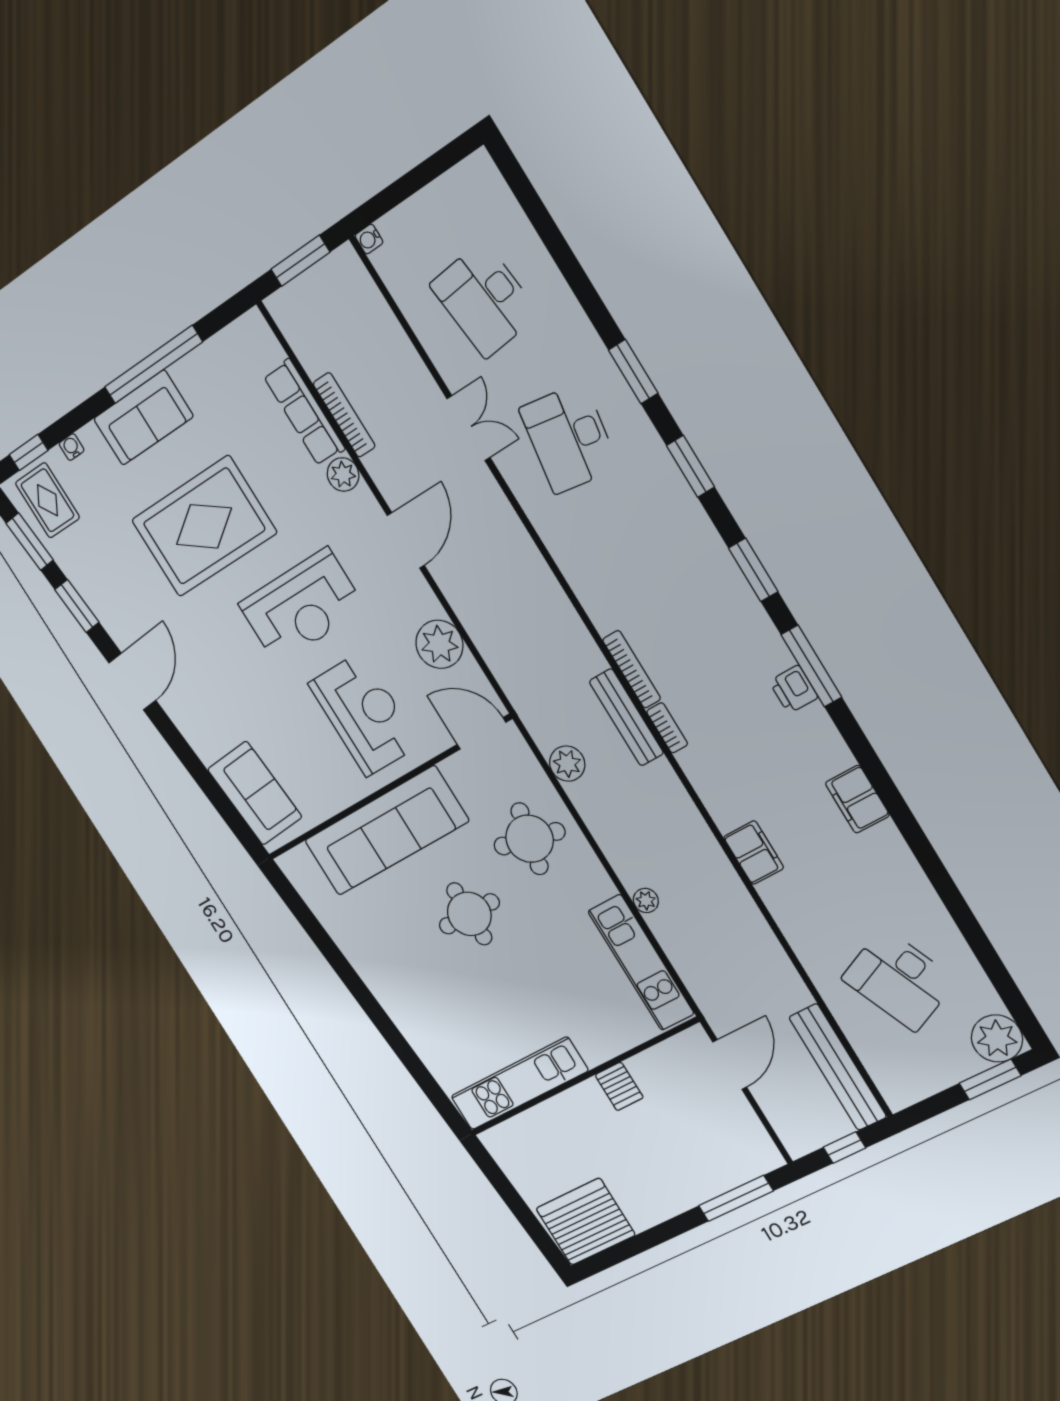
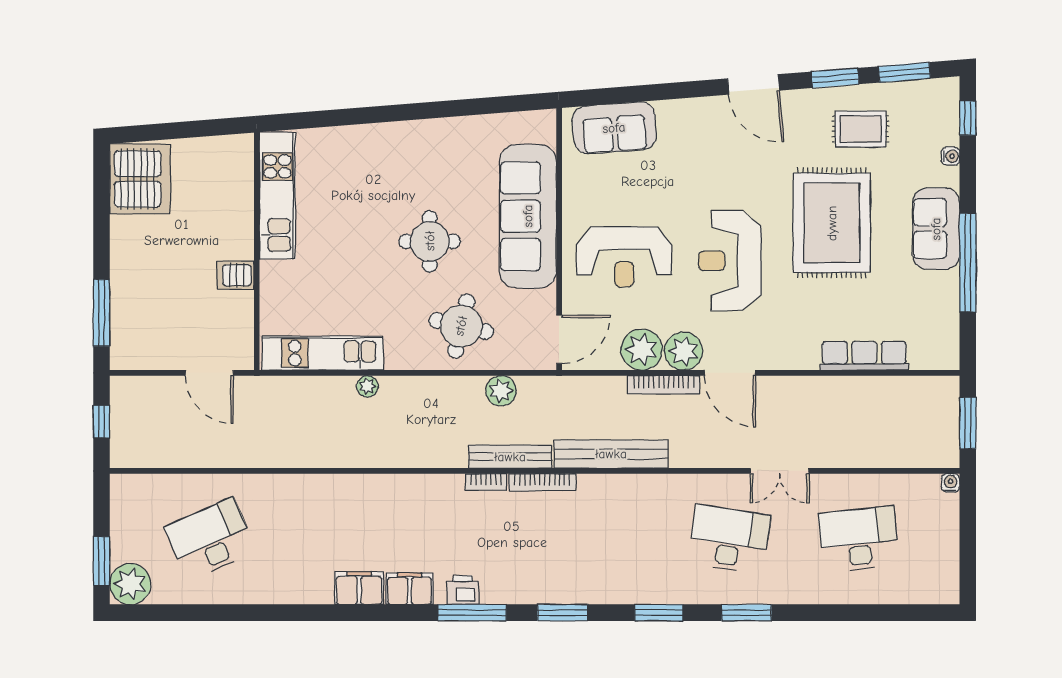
bookcase: (344, 415) -> (664, 385), moved
plant: (343, 474) -> (683, 351), moved, width x1.36, depth x1.36
rug: (47, 500) -> (861, 129), moved
filing cabinet: (754, 853) -> (410, 589), moved, turned 180
bench: (838, 1067) -> (611, 454), moved

